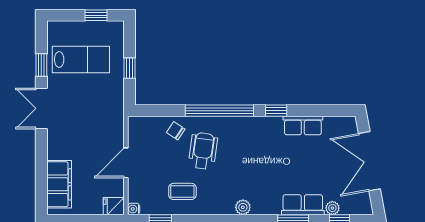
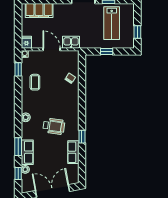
window: (219, 111) -> (82, 104), removed
kitchen sink: (114, 129) -> (71, 42), added
wheelchair: (203, 151) -> (54, 126), moved

